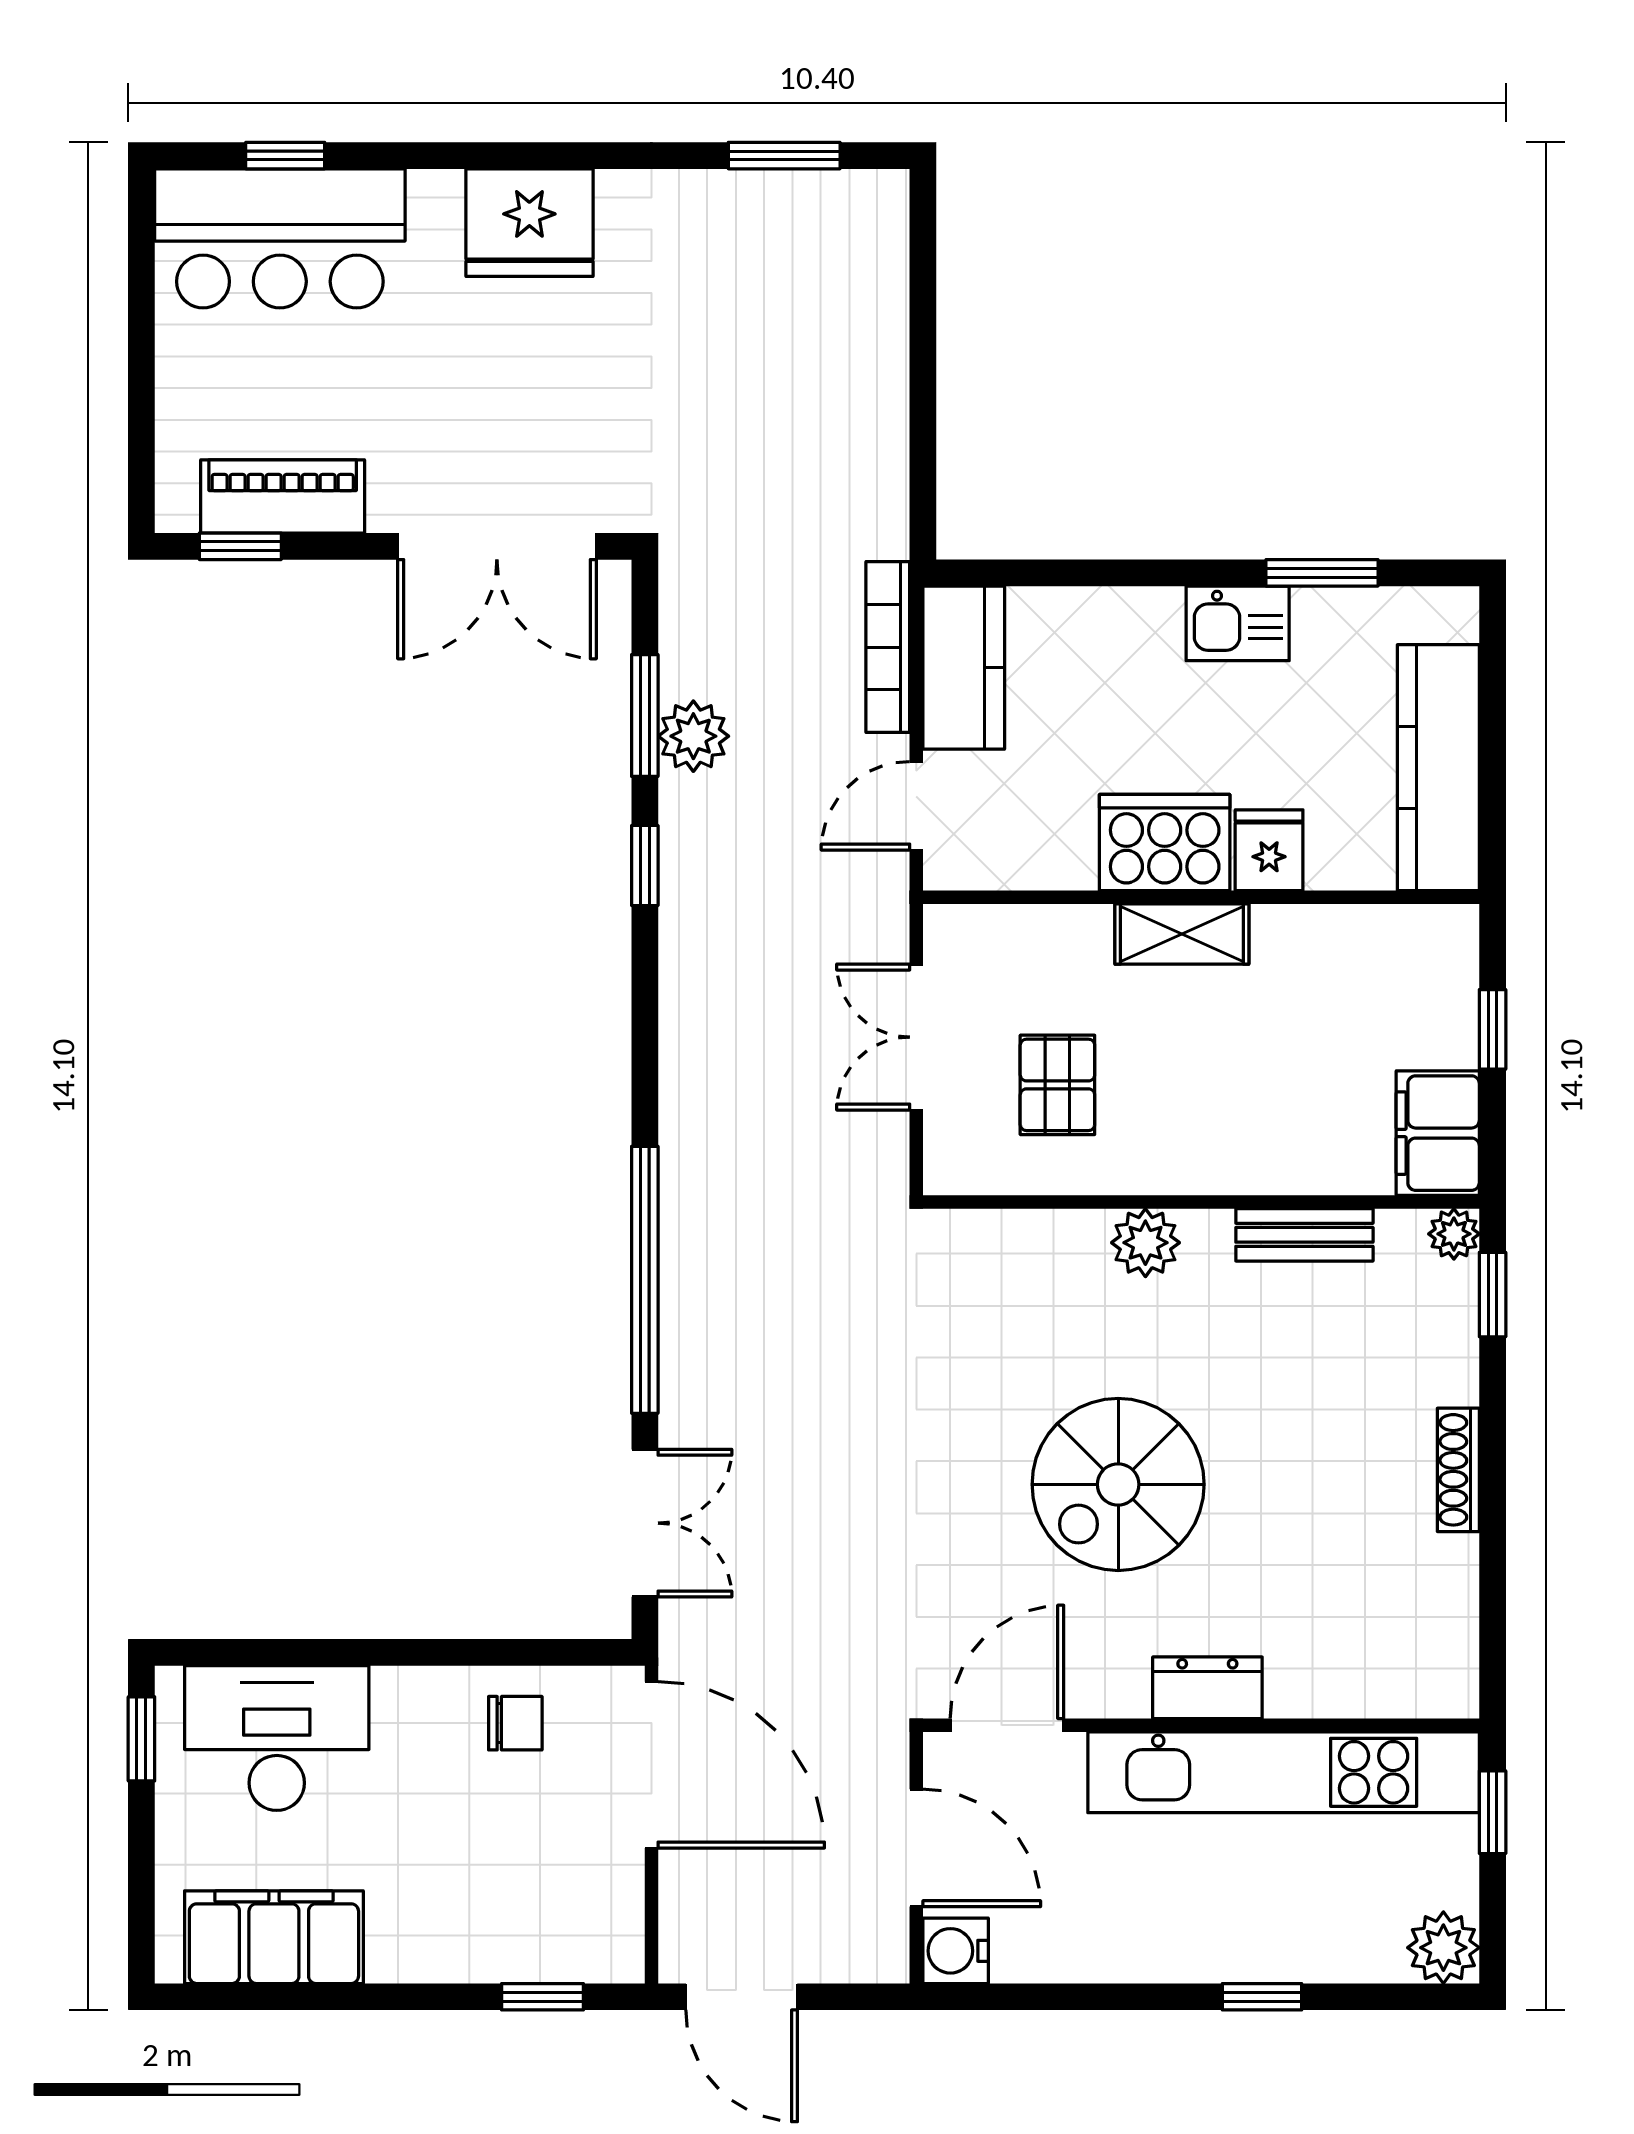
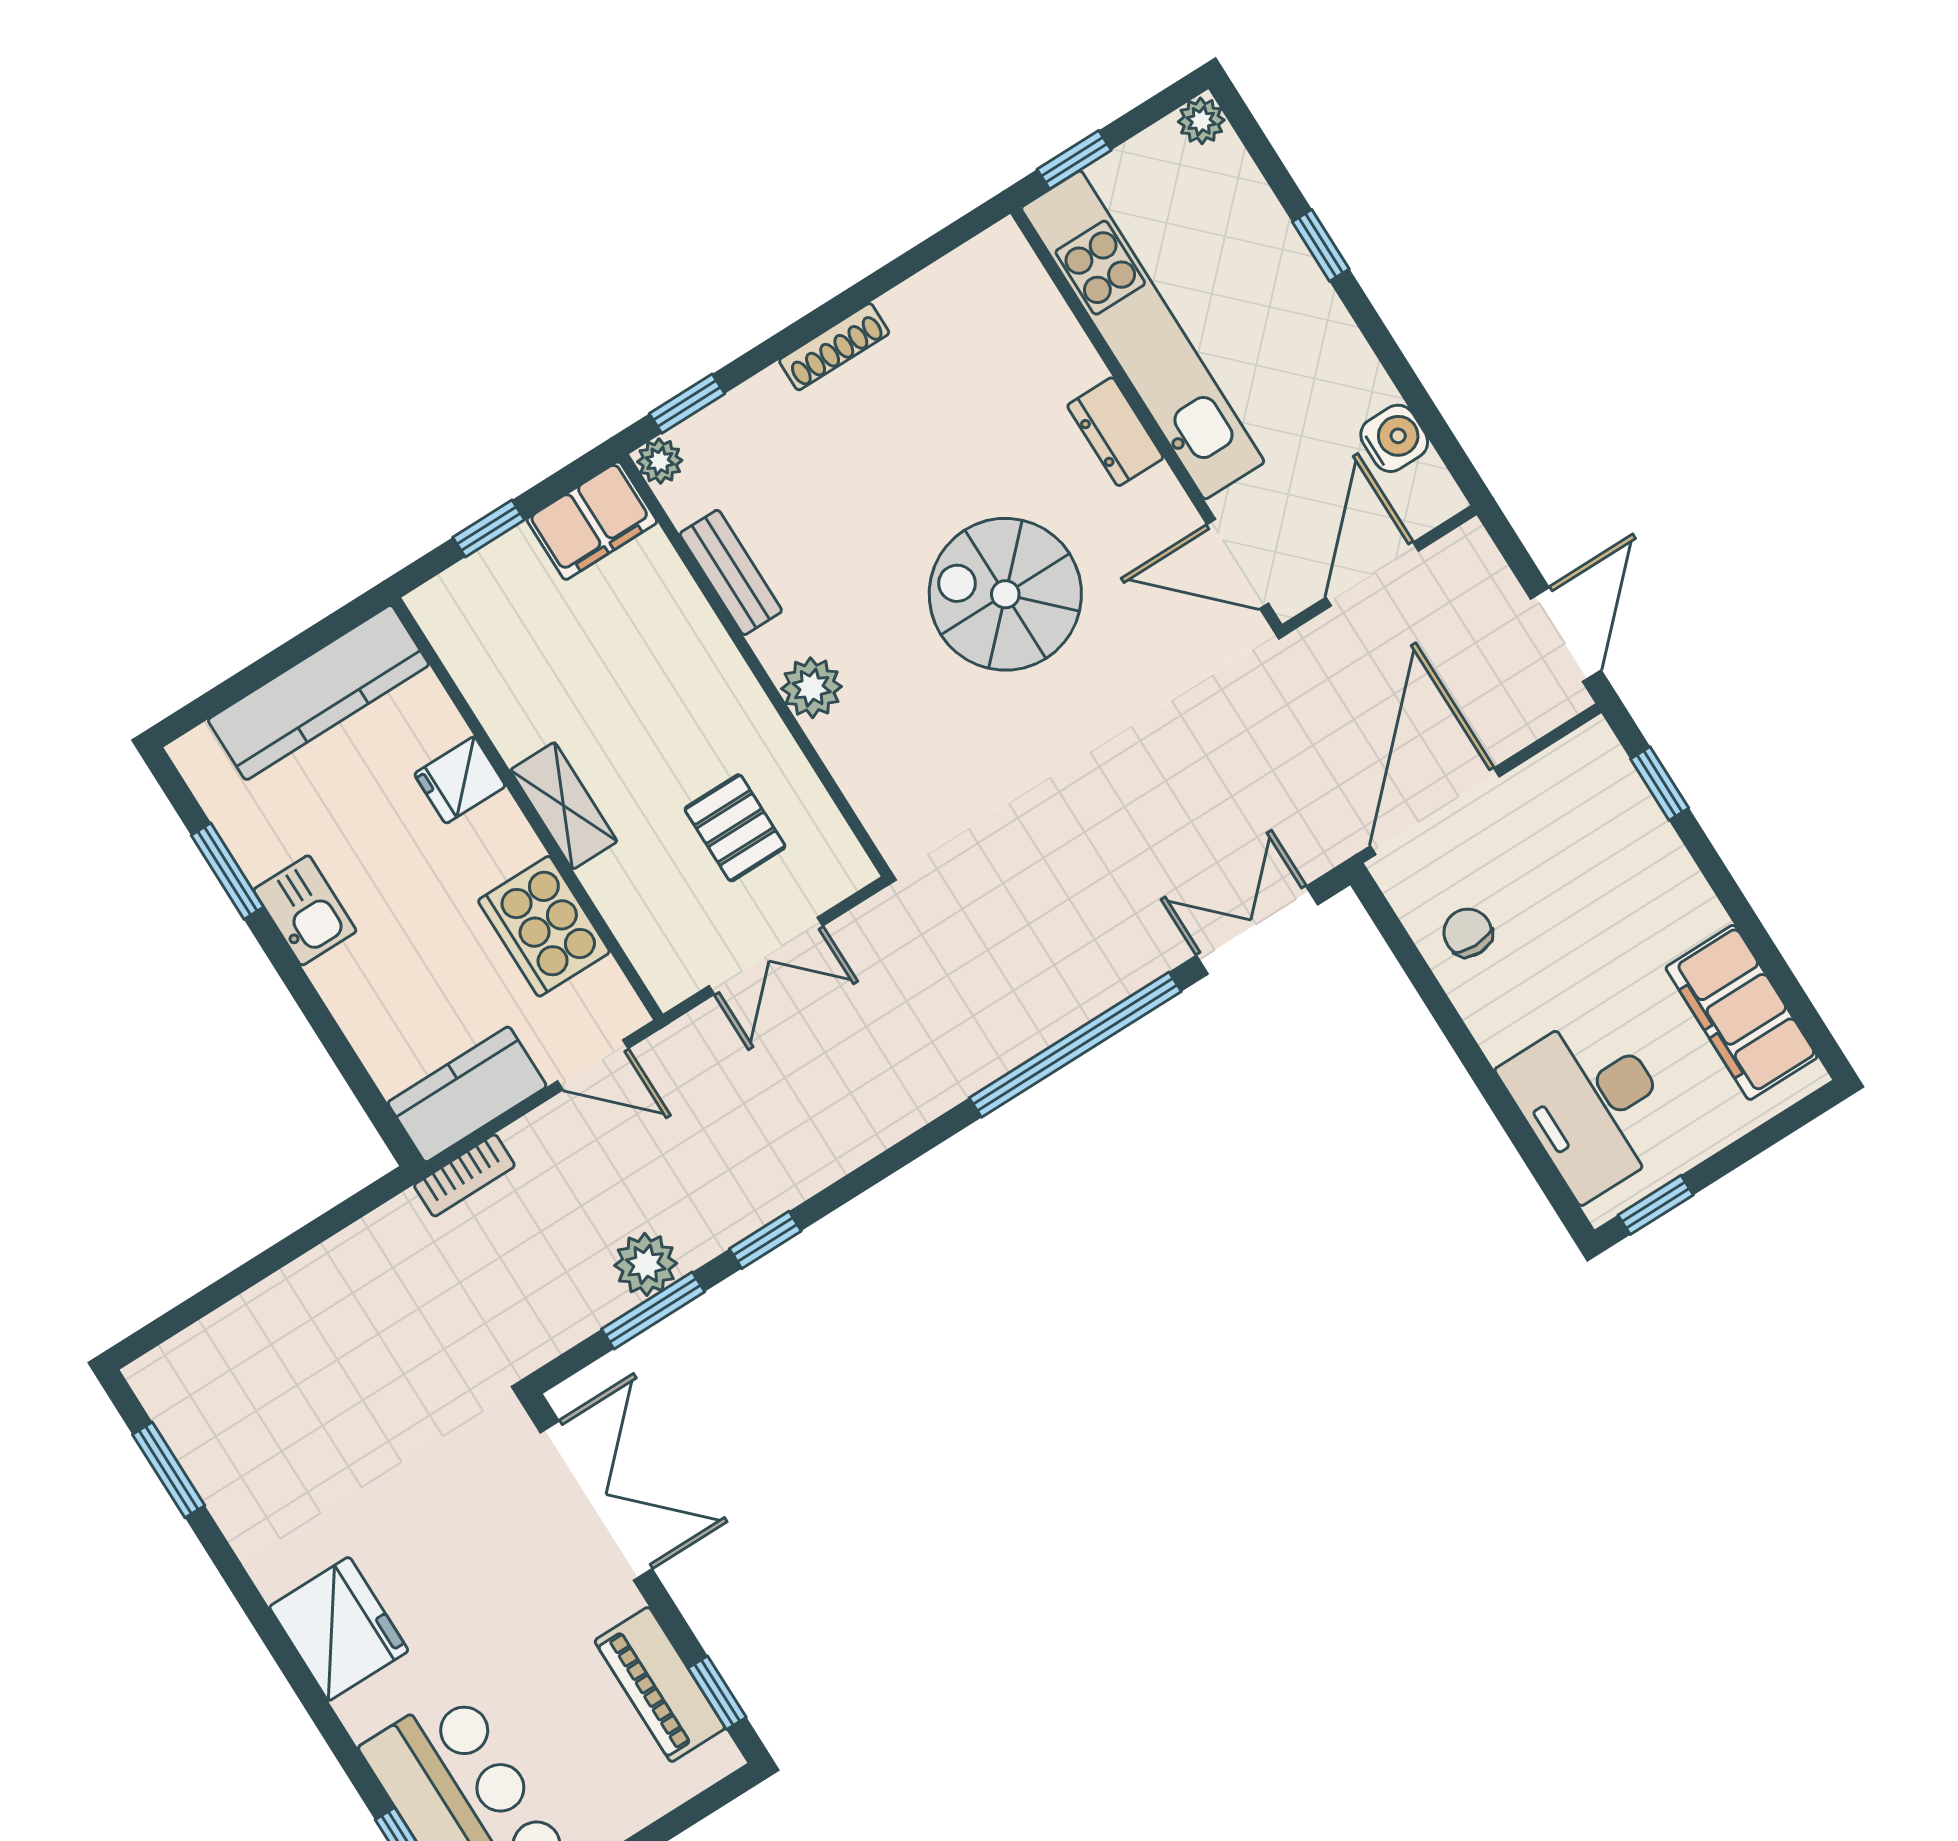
bookcase: (888, 647) -> (464, 1175), width x0.64
cooker: (1165, 843) -> (544, 926), moved
pallet: (1057, 1085) -> (735, 828), turned 90
spiral stairs: (1118, 1484) -> (1005, 594), turned 180
plant: (1443, 1948) -> (1201, 121), width x0.73, depth x0.73
water cooler: (956, 1951) -> (1394, 438), moved, turned -90

